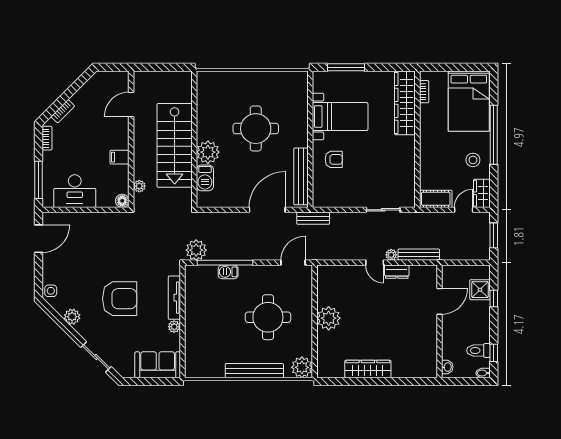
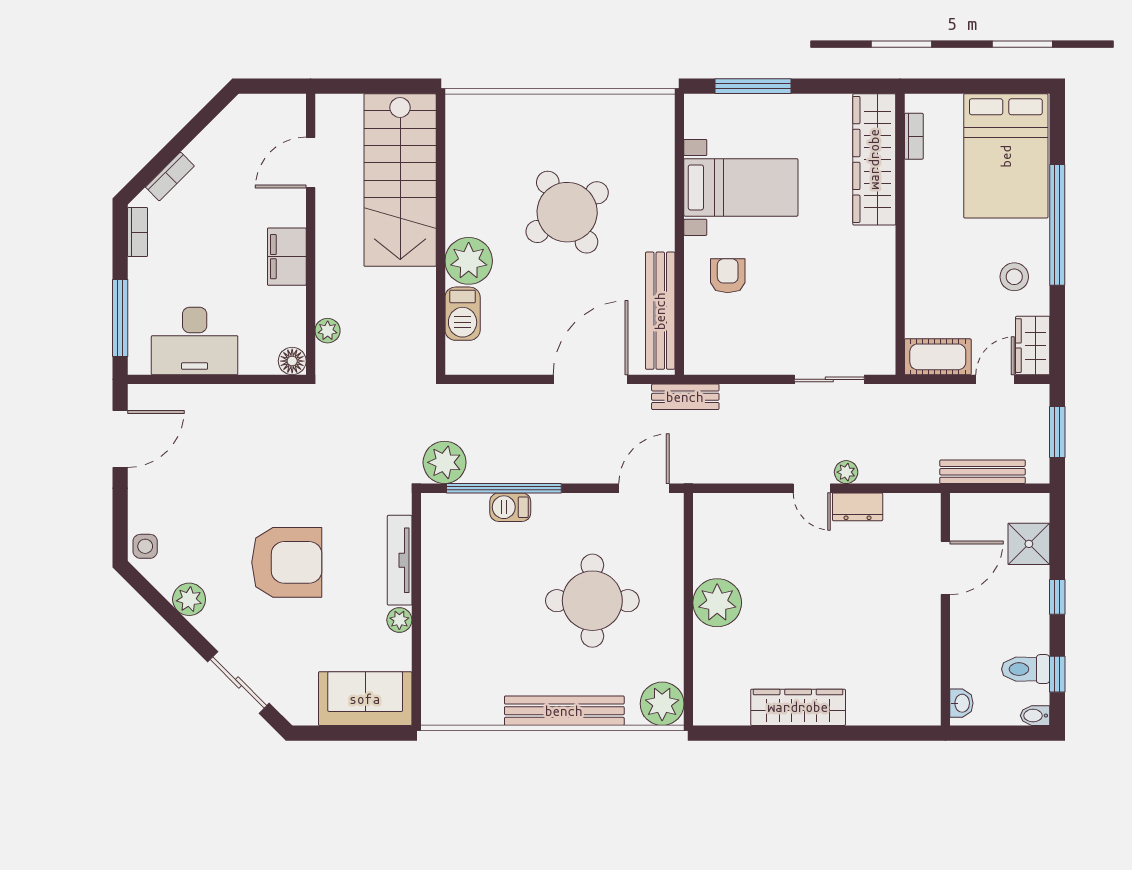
round table: (256, 129) -> (567, 212), turned -33
stairs: (175, 145) -> (400, 180), moved
filing cabinet: (120, 157) -> (287, 257), width x2.00
armchair: (334, 159) -> (728, 276), turned -90
bench: (419, 255) -> (983, 472), moved
window: (494, 299) -> (1057, 597), moved

